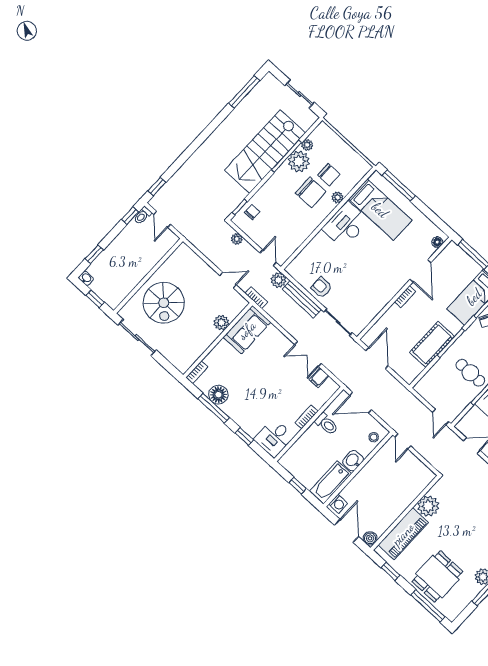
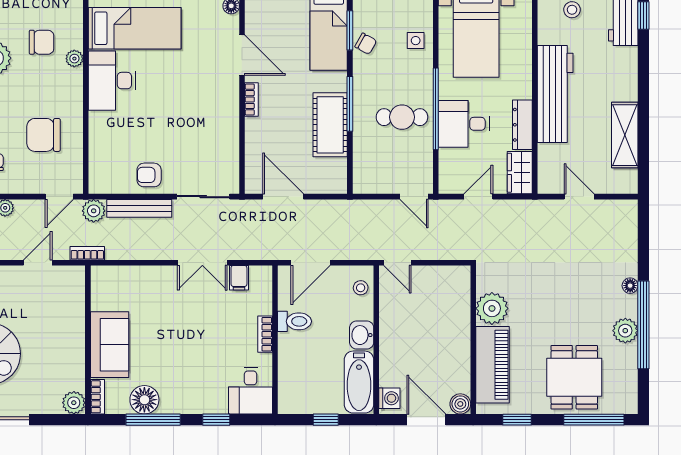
chair: (311, 192) -> (44, 135), moved, turned 180
door: (268, 258) -> (59, 197), swing flipped
plant: (221, 323) -> (74, 403), moved
sofa: (247, 330) -> (110, 345), moved

